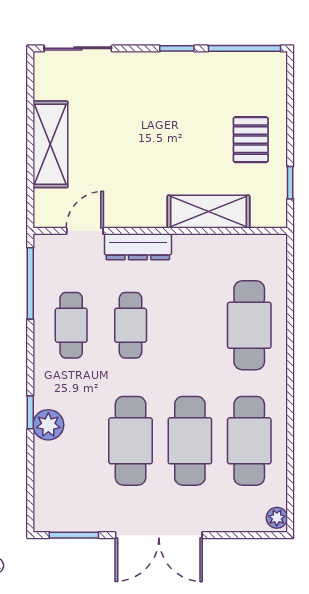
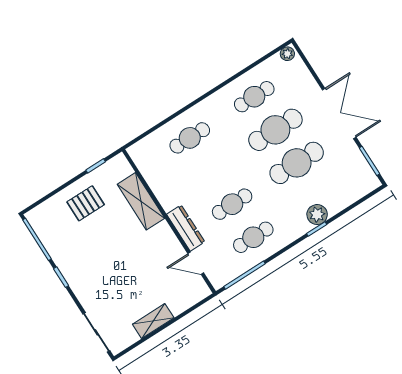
shelving: (50, 144) -> (153, 321), width x0.67, depth x0.75
cafe table: (249, 325) -> (190, 138), width x0.73, depth x0.74
cafe table: (249, 441) -> (254, 97), width x0.73, depth x0.74

